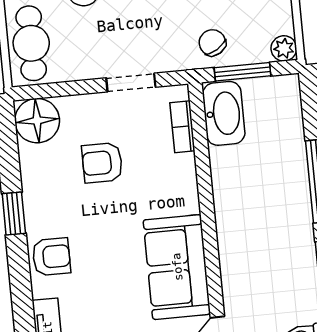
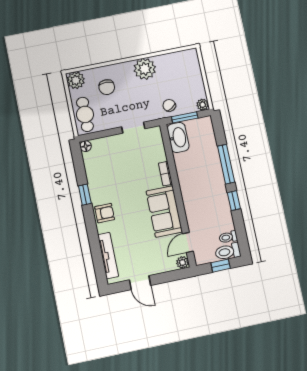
floor lamp: (37, 121) -> (86, 146), width x0.53, depth x0.53
bookcase: (182, 127) -> (165, 174), moved
armchair: (102, 163) -> (124, 166), removed

